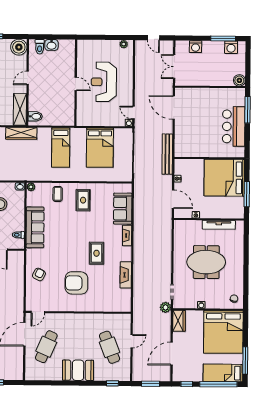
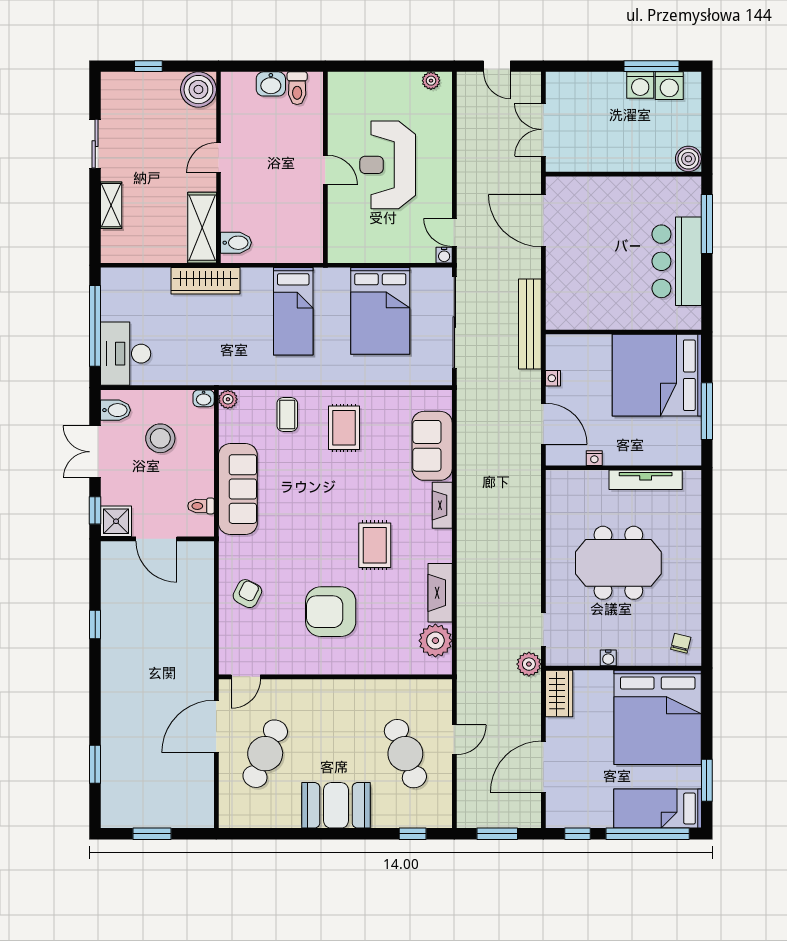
toilet: (40, 47) -> (297, 88), moved
washing machine: (196, 47) -> (640, 85), moved
plant: (123, 296) -> (435, 641), added
window: (245, 360) -> (707, 780), width x0.69

